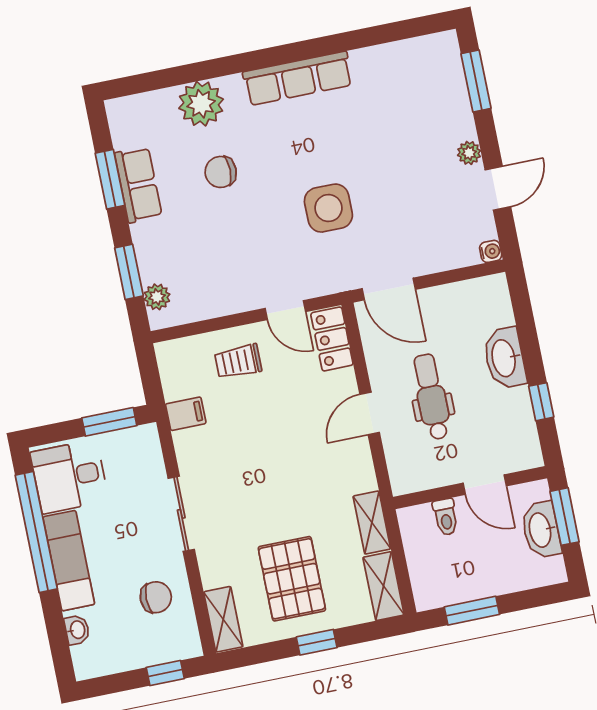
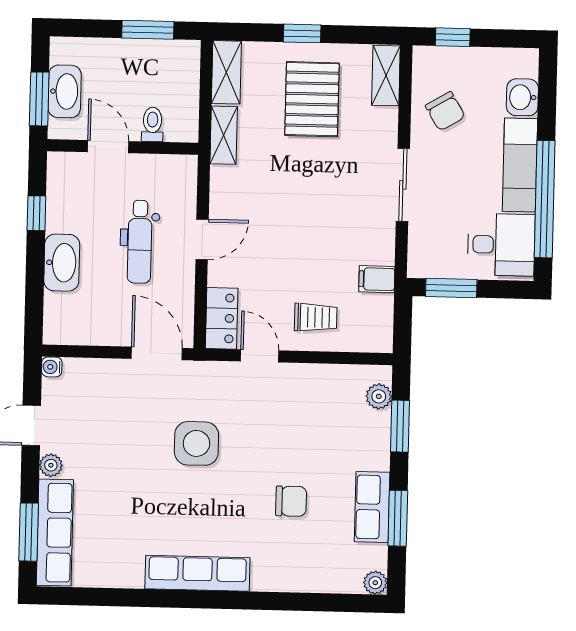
row of seats: (450, 87) -> (55, 533), added
plant: (201, 104) -> (375, 583), moved, width x0.53, depth x0.53
chair: (156, 597) -> (445, 111), turned -121
washbasin: (77, 630) -> (522, 97), width x1.38, depth x1.45

